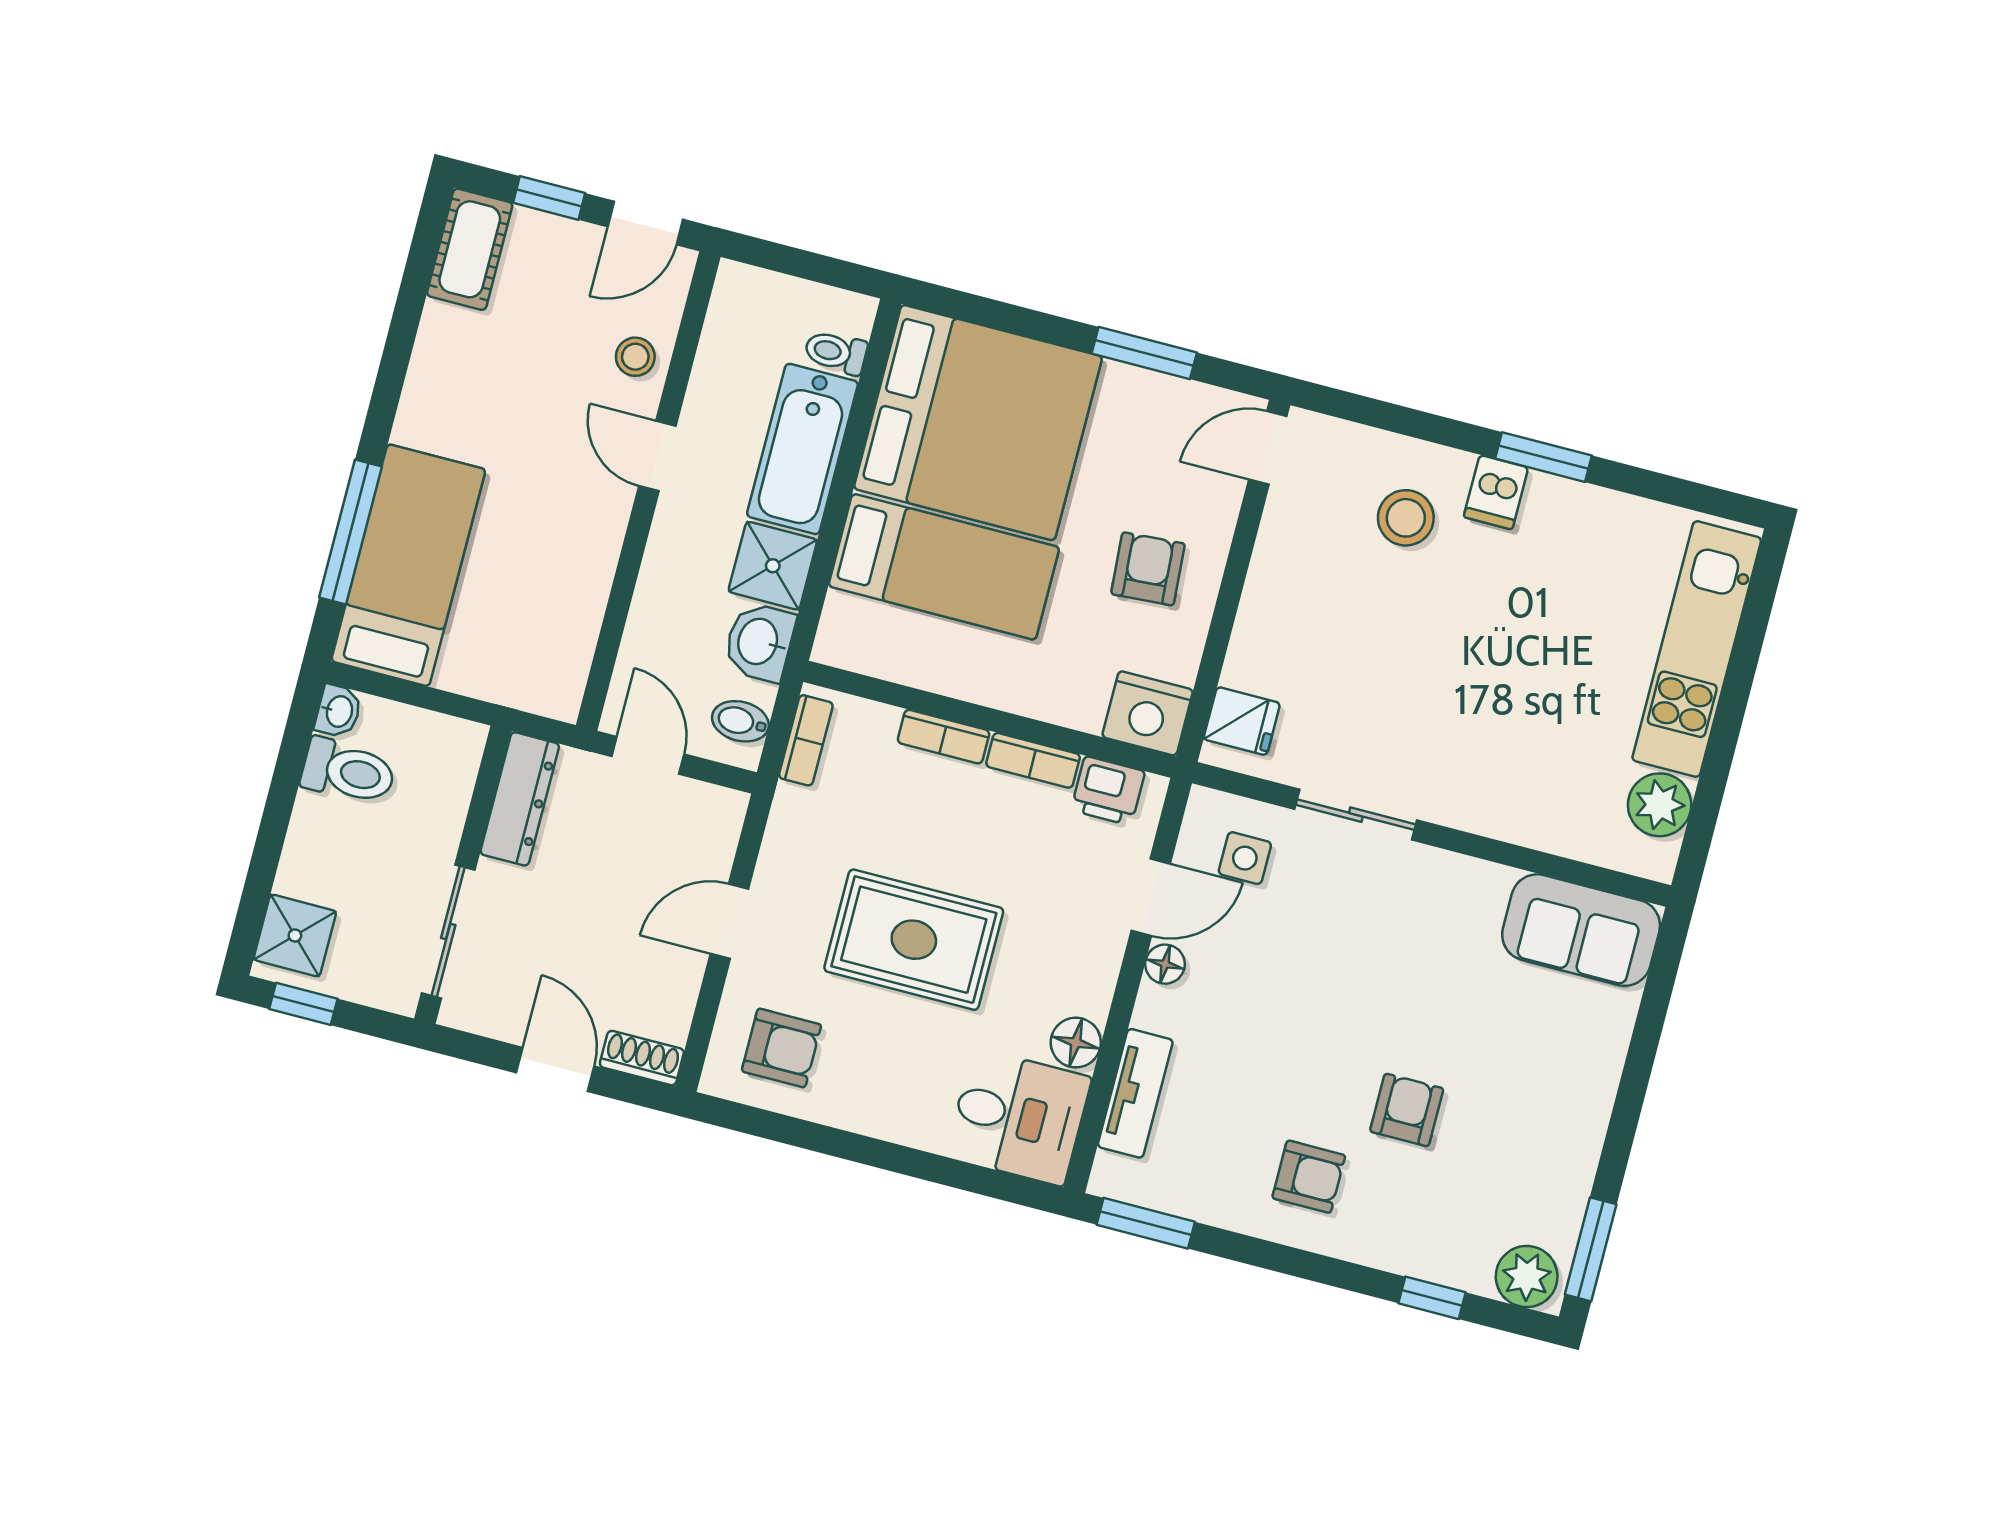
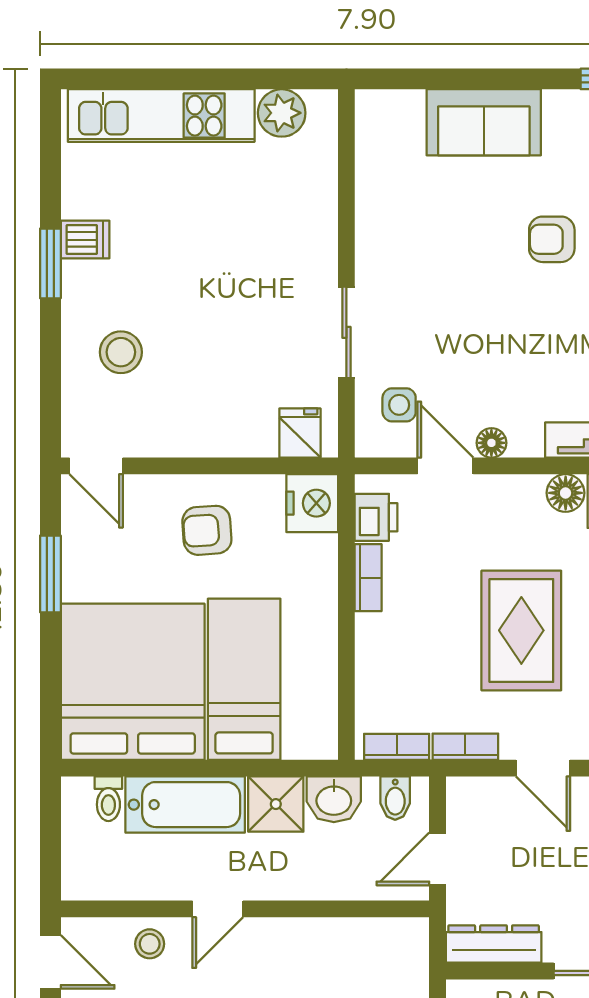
dishwasher: (1496, 492) -> (85, 240), moved
bookcase: (944, 737) -> (465, 747), moved, turned -90
sofa: (1581, 930) -> (484, 122), moved, turned 90

